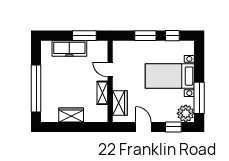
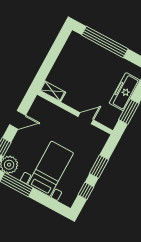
shelving: (102, 93) -> (53, 91), moved
wardrobe: (120, 103) -> (51, 110), removed
wardrobe: (71, 115) -> (64, 61), removed

